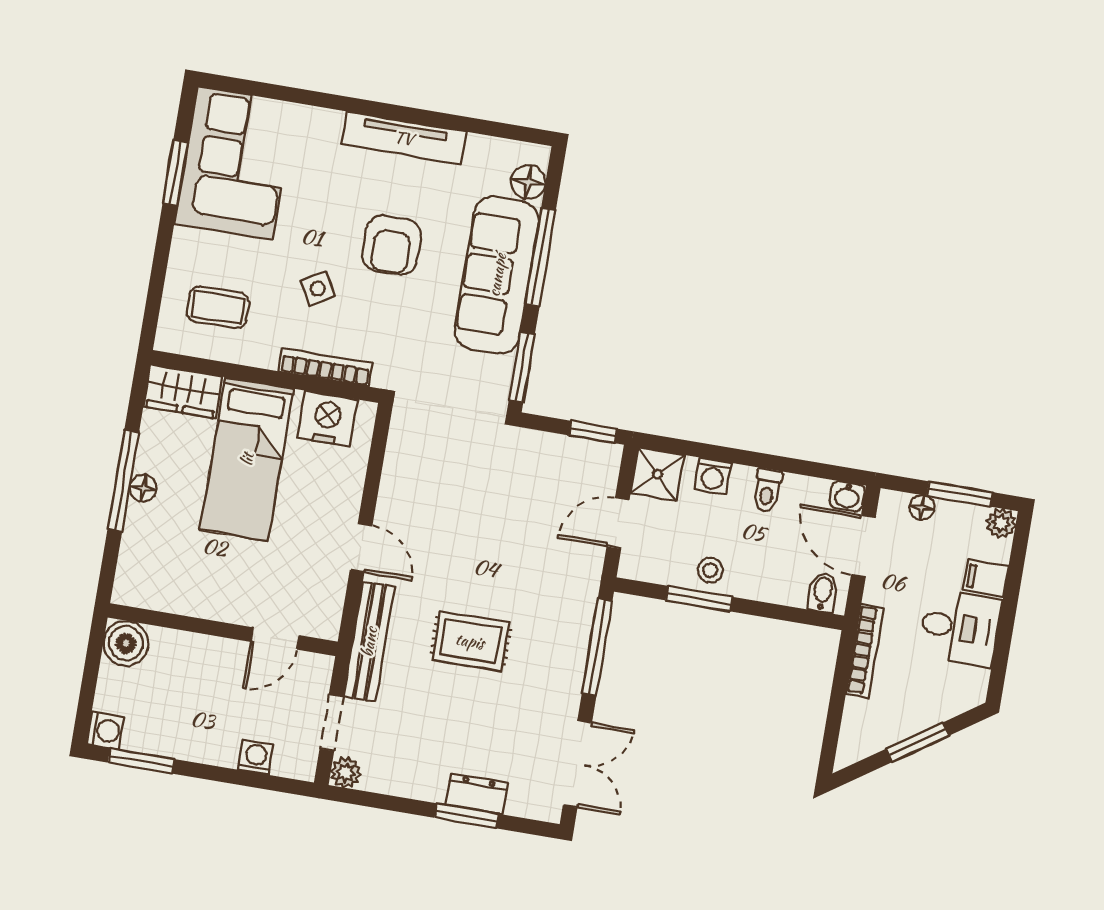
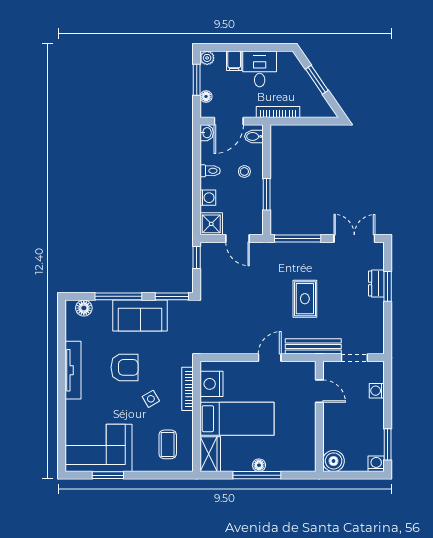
sofa: (497, 275) -> (140, 316), width x0.73
stool: (710, 570) -> (244, 171), moved
plant: (346, 773) -> (377, 347), removed

